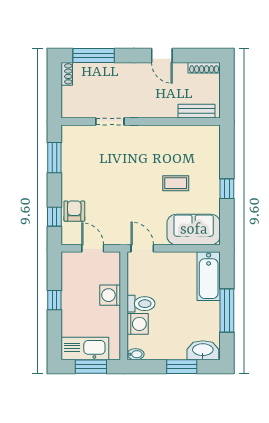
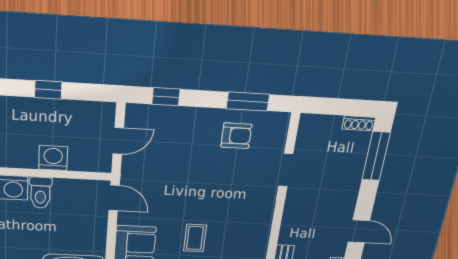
door: (162, 55) -> (359, 231), swing flipped
armchair: (74, 211) -> (236, 136), moved
door: (142, 248) -> (114, 198), hinge flipped

